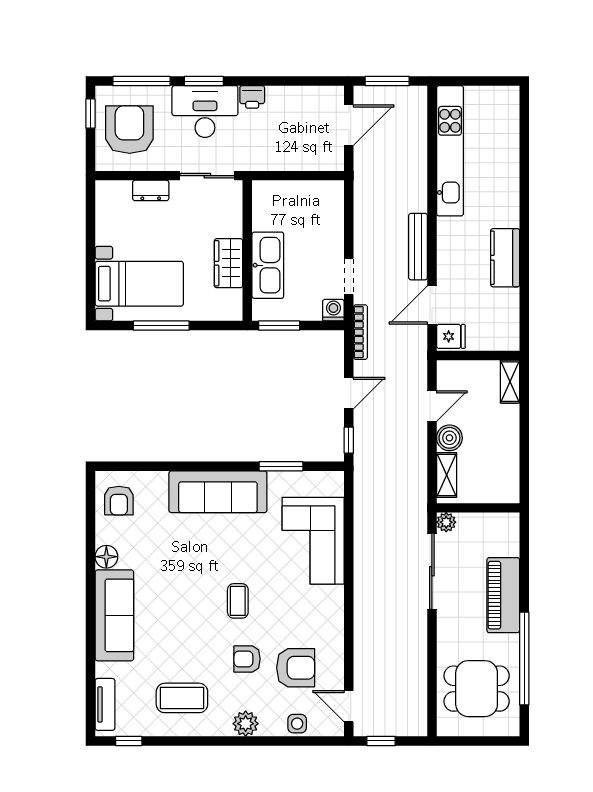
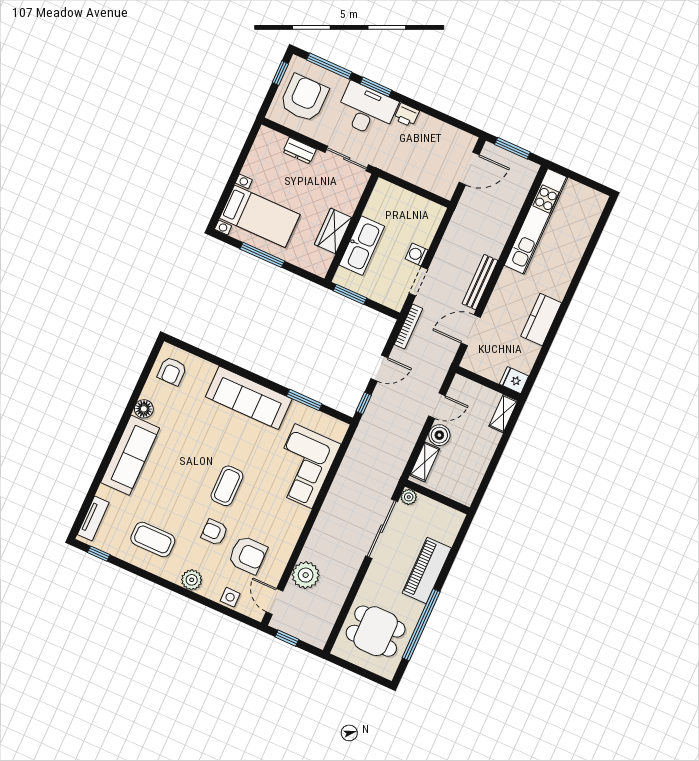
washing machine: (333, 310) -> (417, 254), moved, turned -90
fridge: (451, 336) -> (514, 380), moved, turned 180
coffee table: (238, 601) -> (227, 486), width x1.36, depth x1.30
plant: (370, 661) -> (306, 575), added

